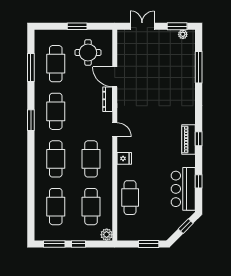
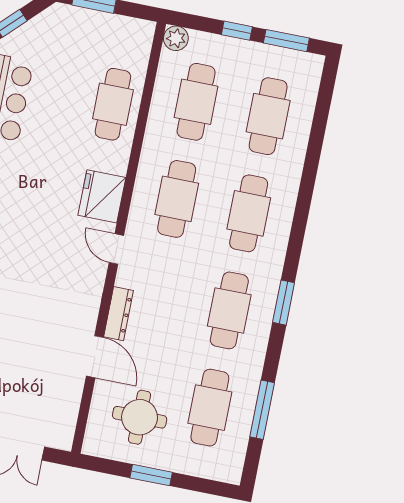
fridge: (124, 158) -> (102, 196), width x1.88, depth x1.34

